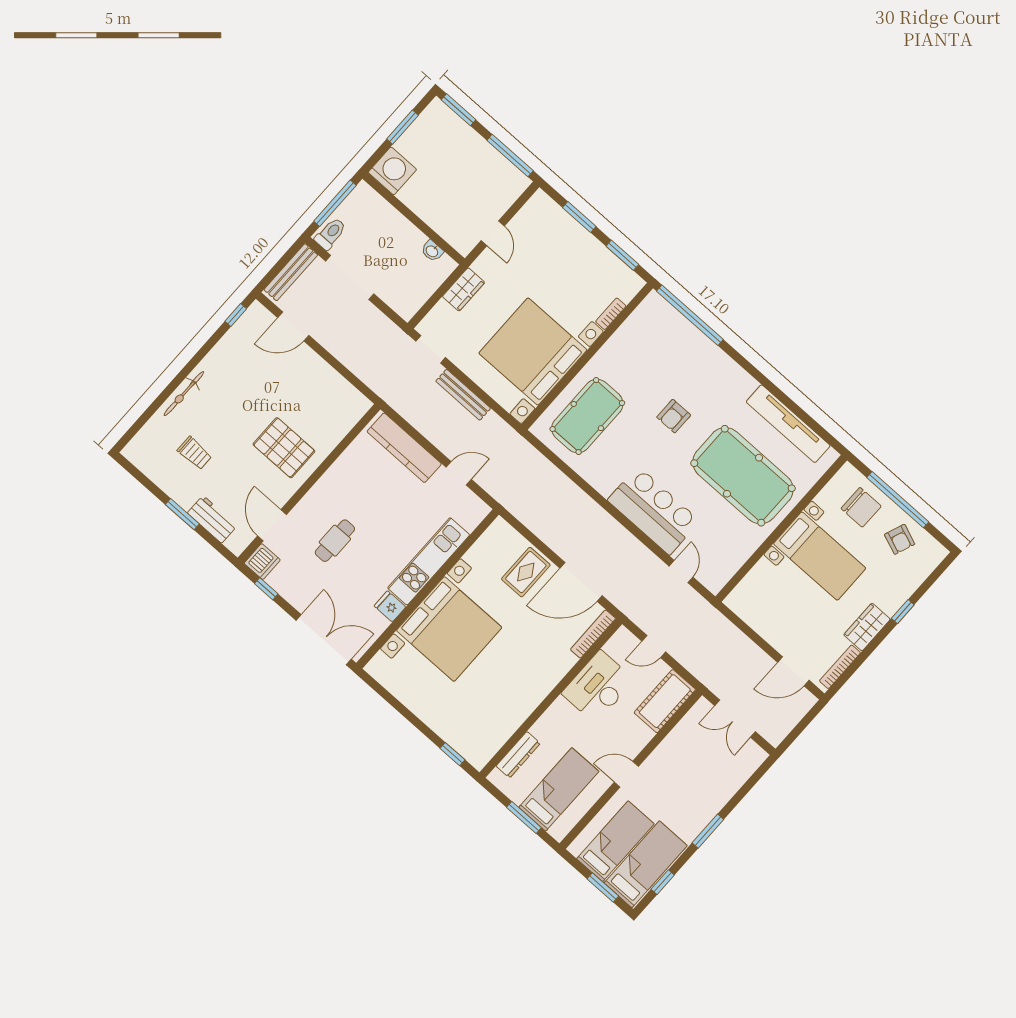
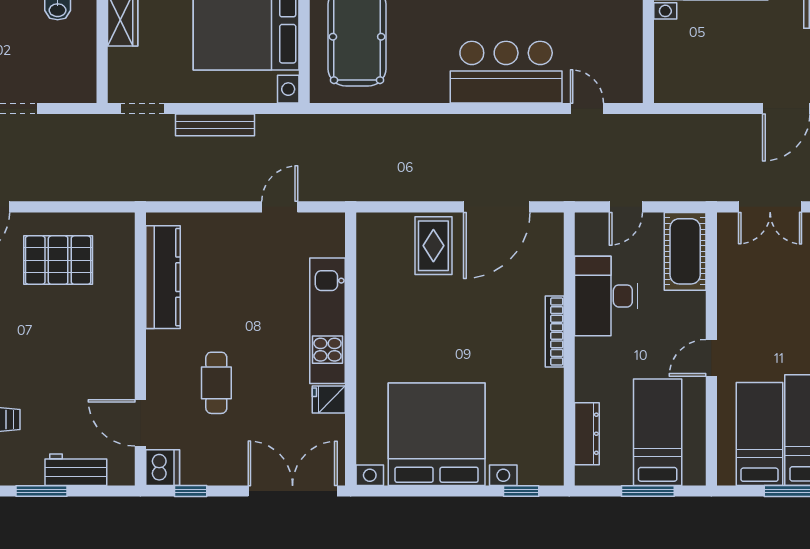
pallet: (284, 448) -> (58, 260), moved
kitchen counter: (404, 448) -> (163, 277), moved, turned -90
bed with nightstands: (449, 629) -> (437, 434), moved, turned -90
bookcase: (593, 634) -> (555, 332), moved

